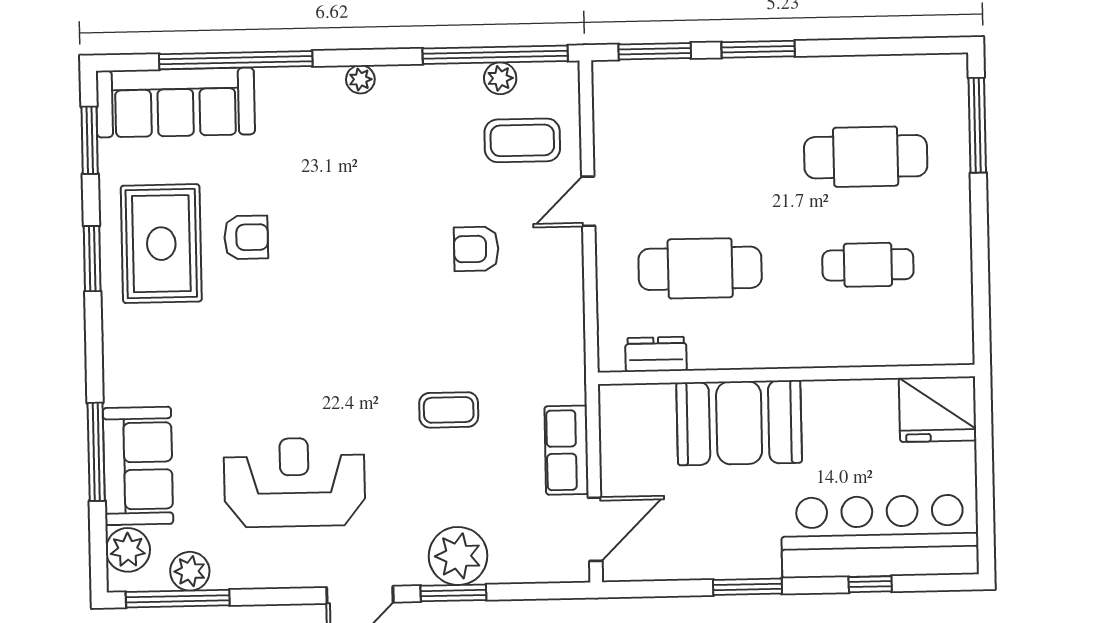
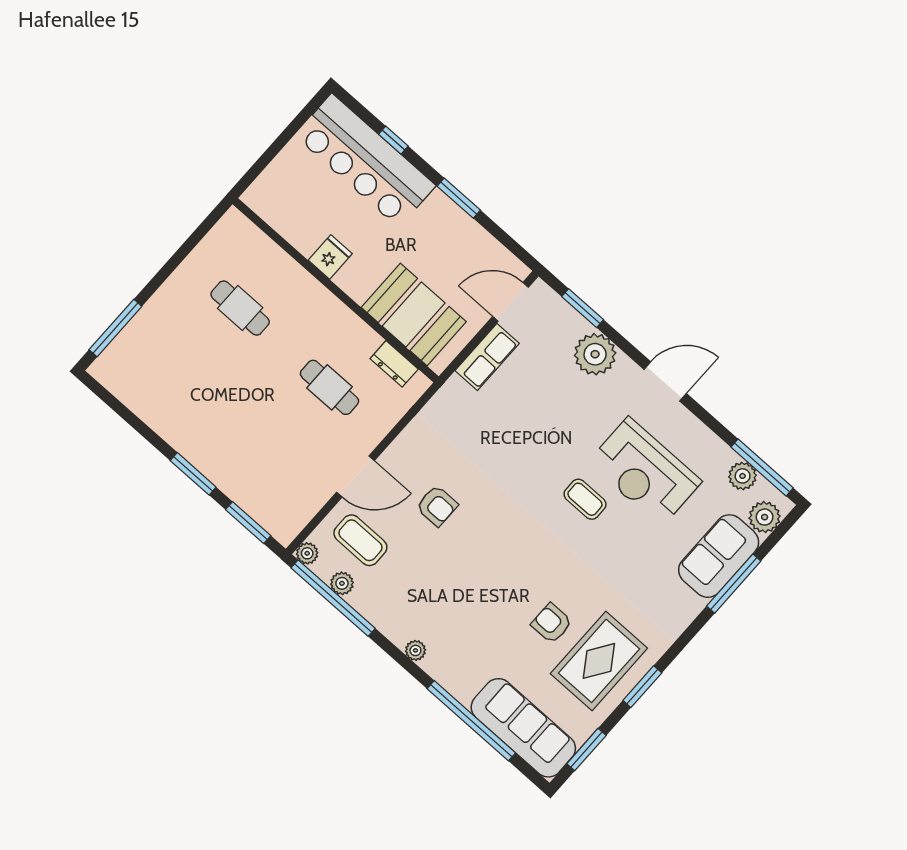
plant: (565, 76) -> (307, 553), added
cafe table: (866, 157) -> (189, 366), removed
door: (588, 201) -> (355, 476), width x1.37
cafe table: (700, 268) -> (329, 387), width x0.73, depth x0.74
fridge: (938, 409) -> (330, 257), moved, width x0.53, depth x0.75
coffee table: (449, 410) -> (585, 499), moved
booth: (739, 423) -> (414, 314), moved
window: (453, 593) -> (583, 308), moved

